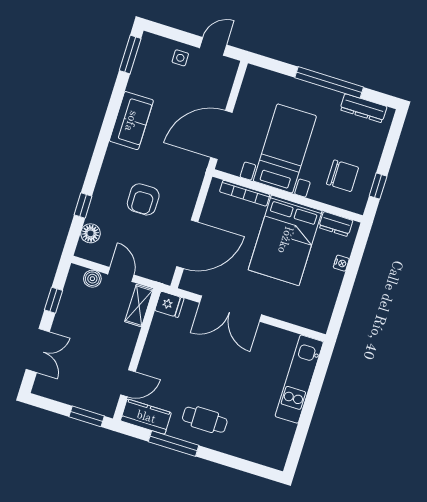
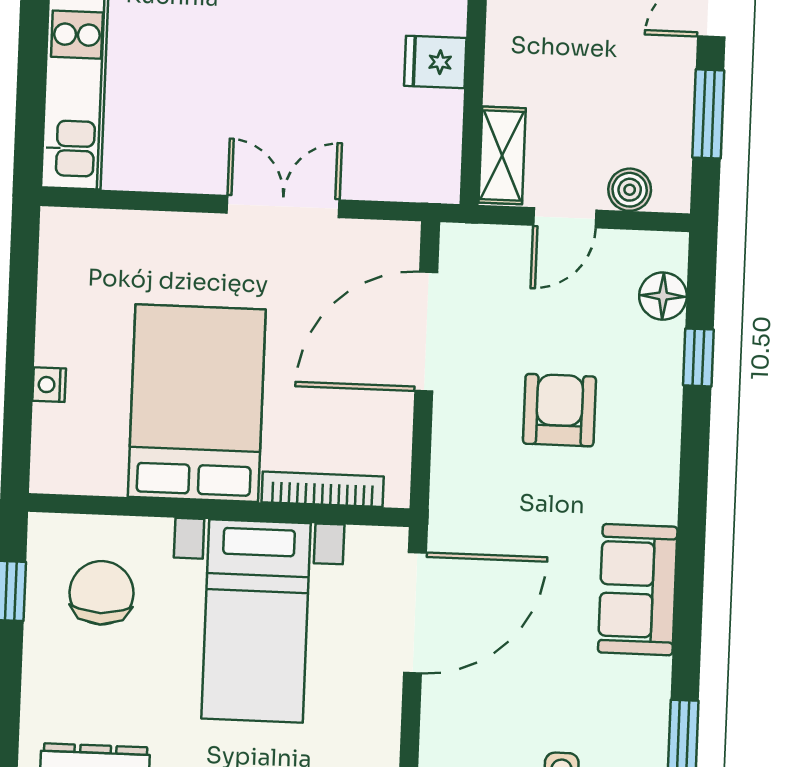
chair: (343, 176) -> (102, 593), turned 90
dresser: (336, 224) -> (87, 474), removed
door: (121, 274) -> (565, 218), hinge flipped
window: (53, 300) -> (708, 114), width x1.50
fridge: (169, 304) -> (435, 62), moved
double door: (230, 309) -> (283, 206), width x0.73

